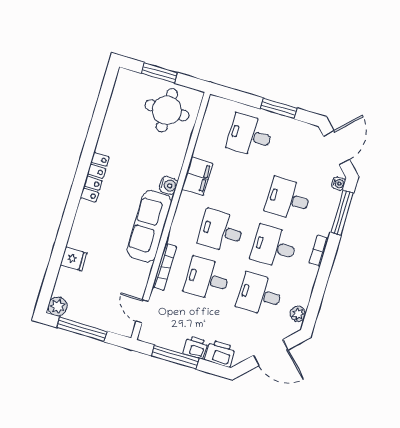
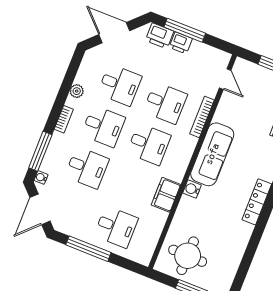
window: (279, 108) -> (88, 249), width x1.44
plant: (298, 314) -> (77, 91), moved
window: (175, 357) -> (185, 30), moved

